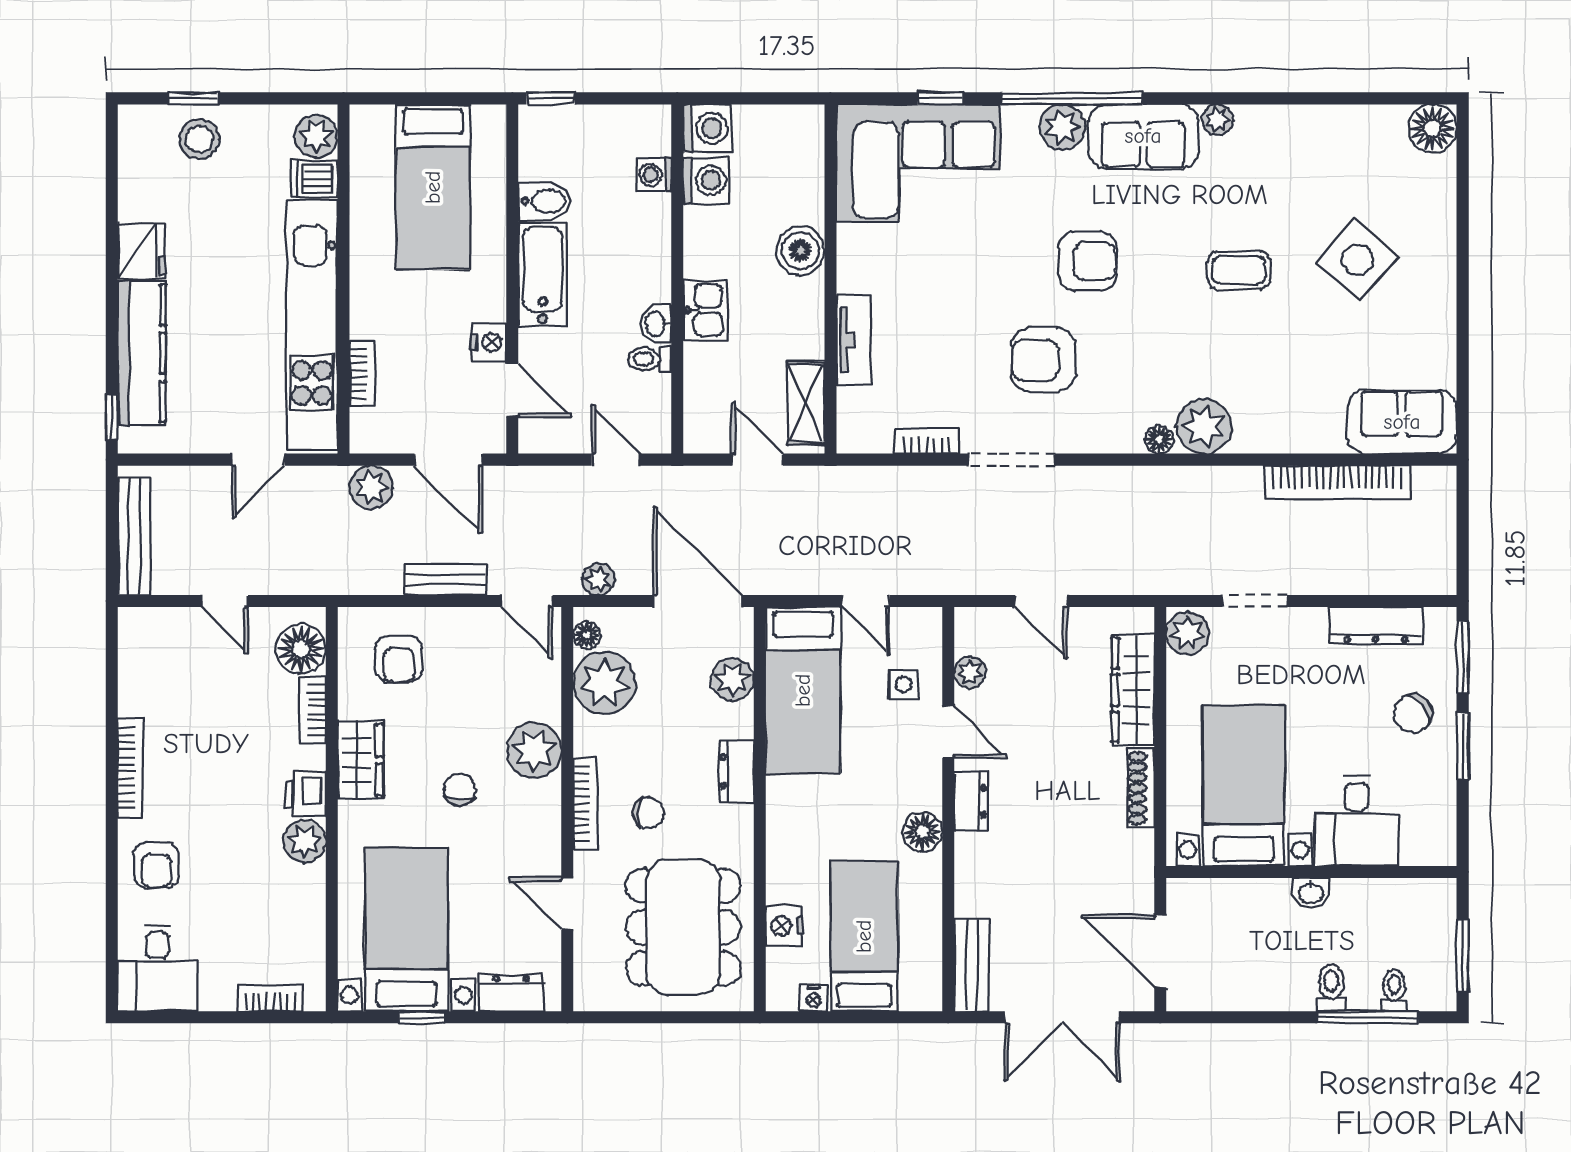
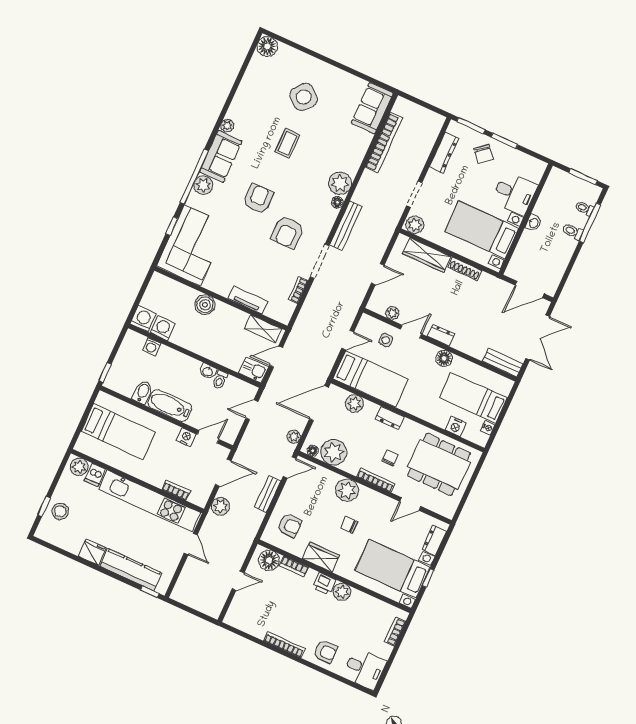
kitchen sink: (705, 310) -> (254, 370), moved
bench: (134, 536) -> (346, 226), moved, turned 90

